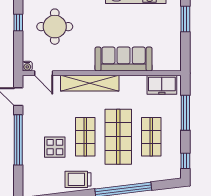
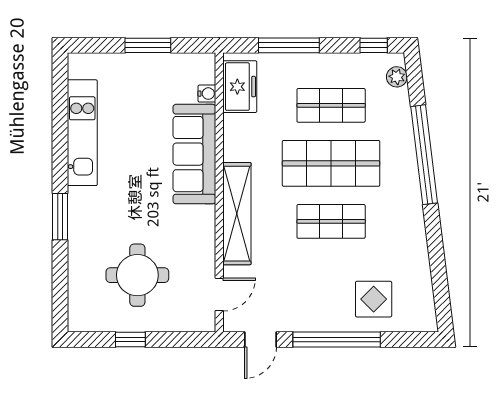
window: (185, 19) -> (148, 45), moved
water cooler: (27, 66) -> (207, 94), moved
display table: (55, 147) -> (374, 299), moved
plant: (167, 174) -> (397, 77), added
trolley: (78, 179) -> (406, 234), removed

